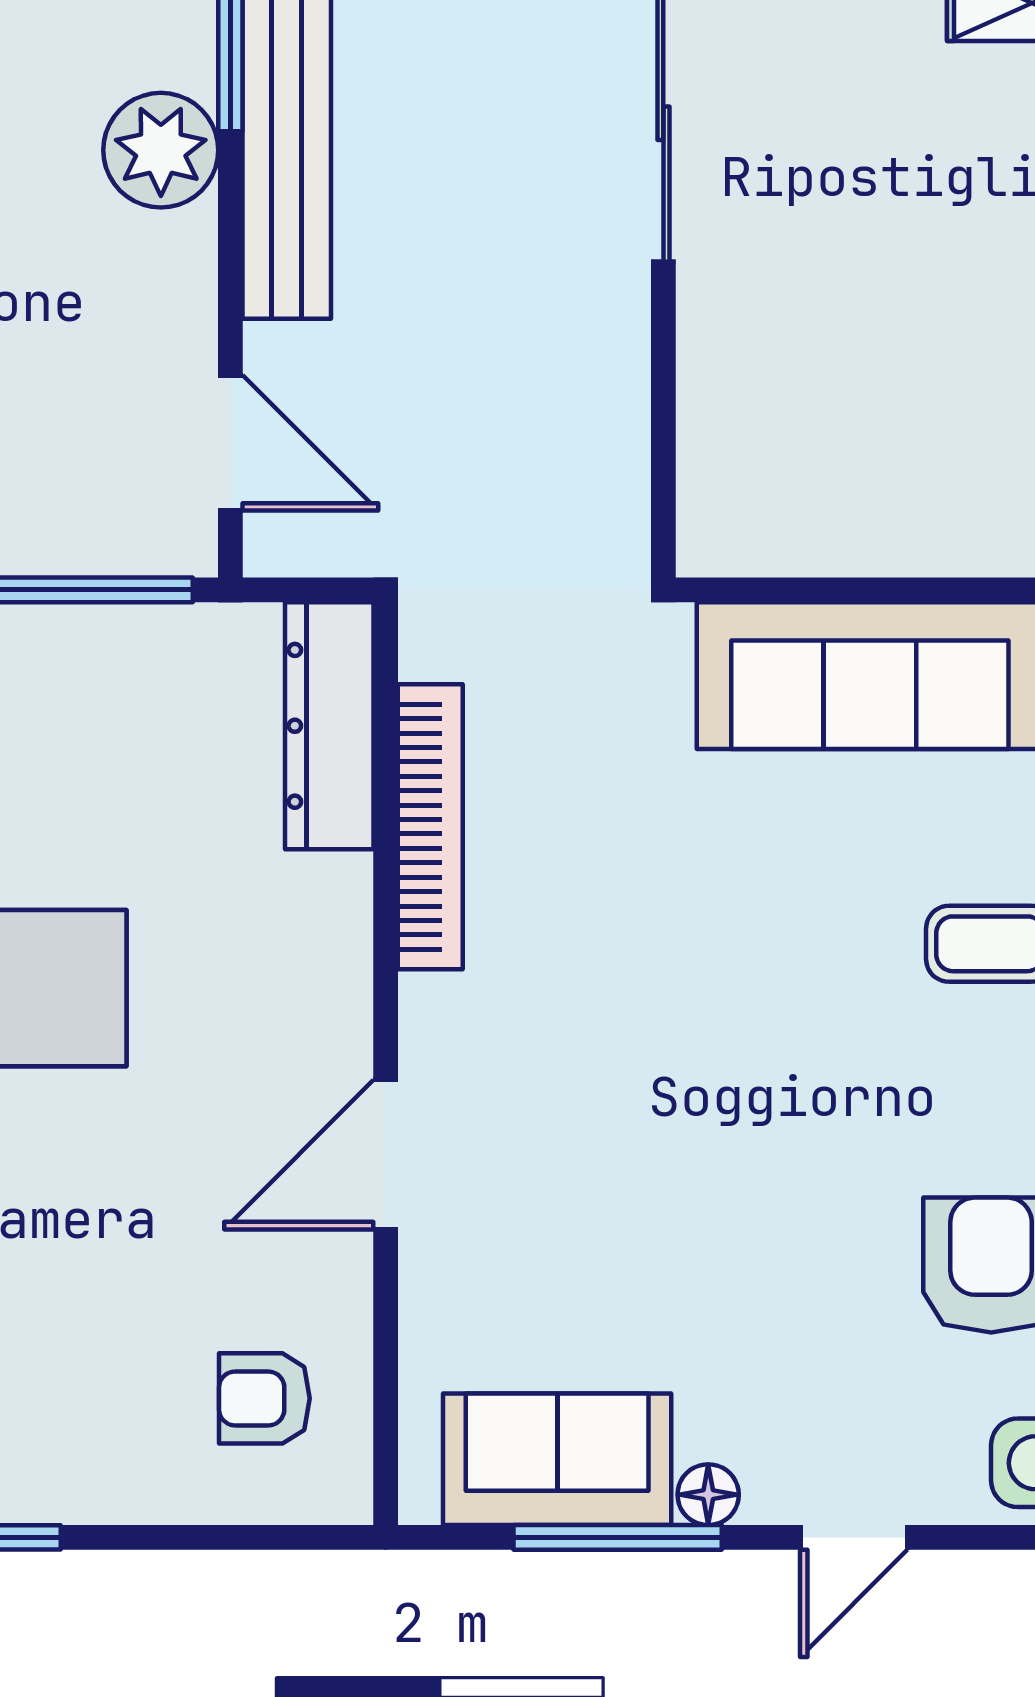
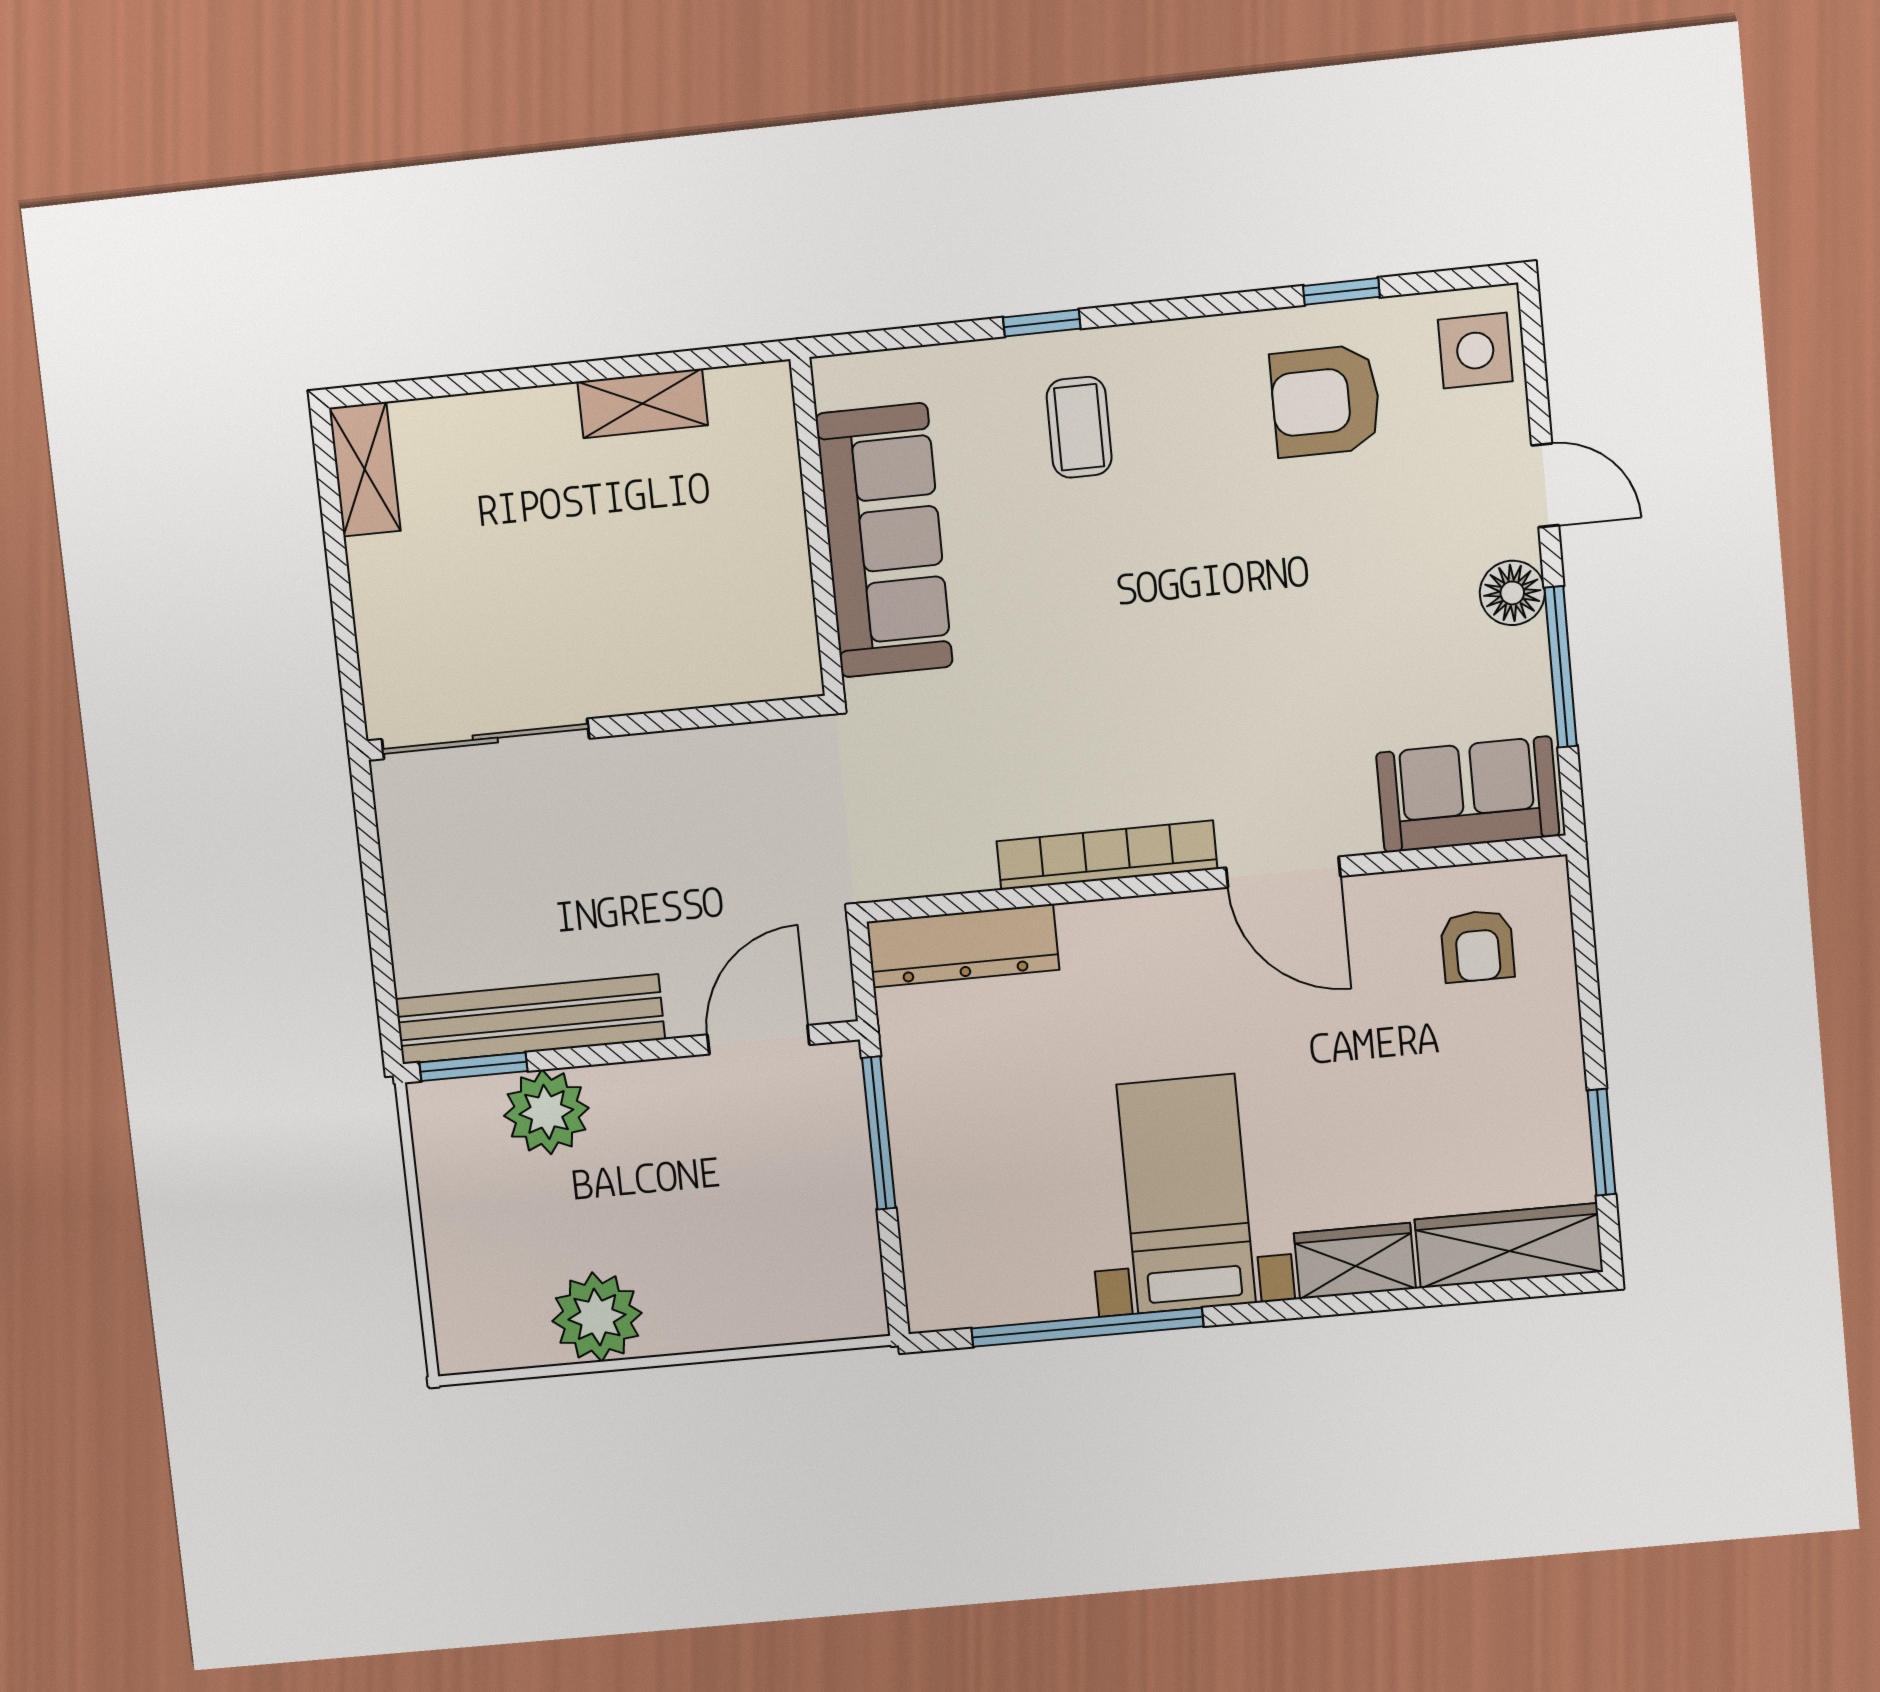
bookcase: (430, 827) -> (1107, 855), moved
sofa: (557, 1459) -> (1468, 794), moved, turned 90
floor lamp: (708, 1495) -> (1512, 593), width x1.37, depth x1.37

